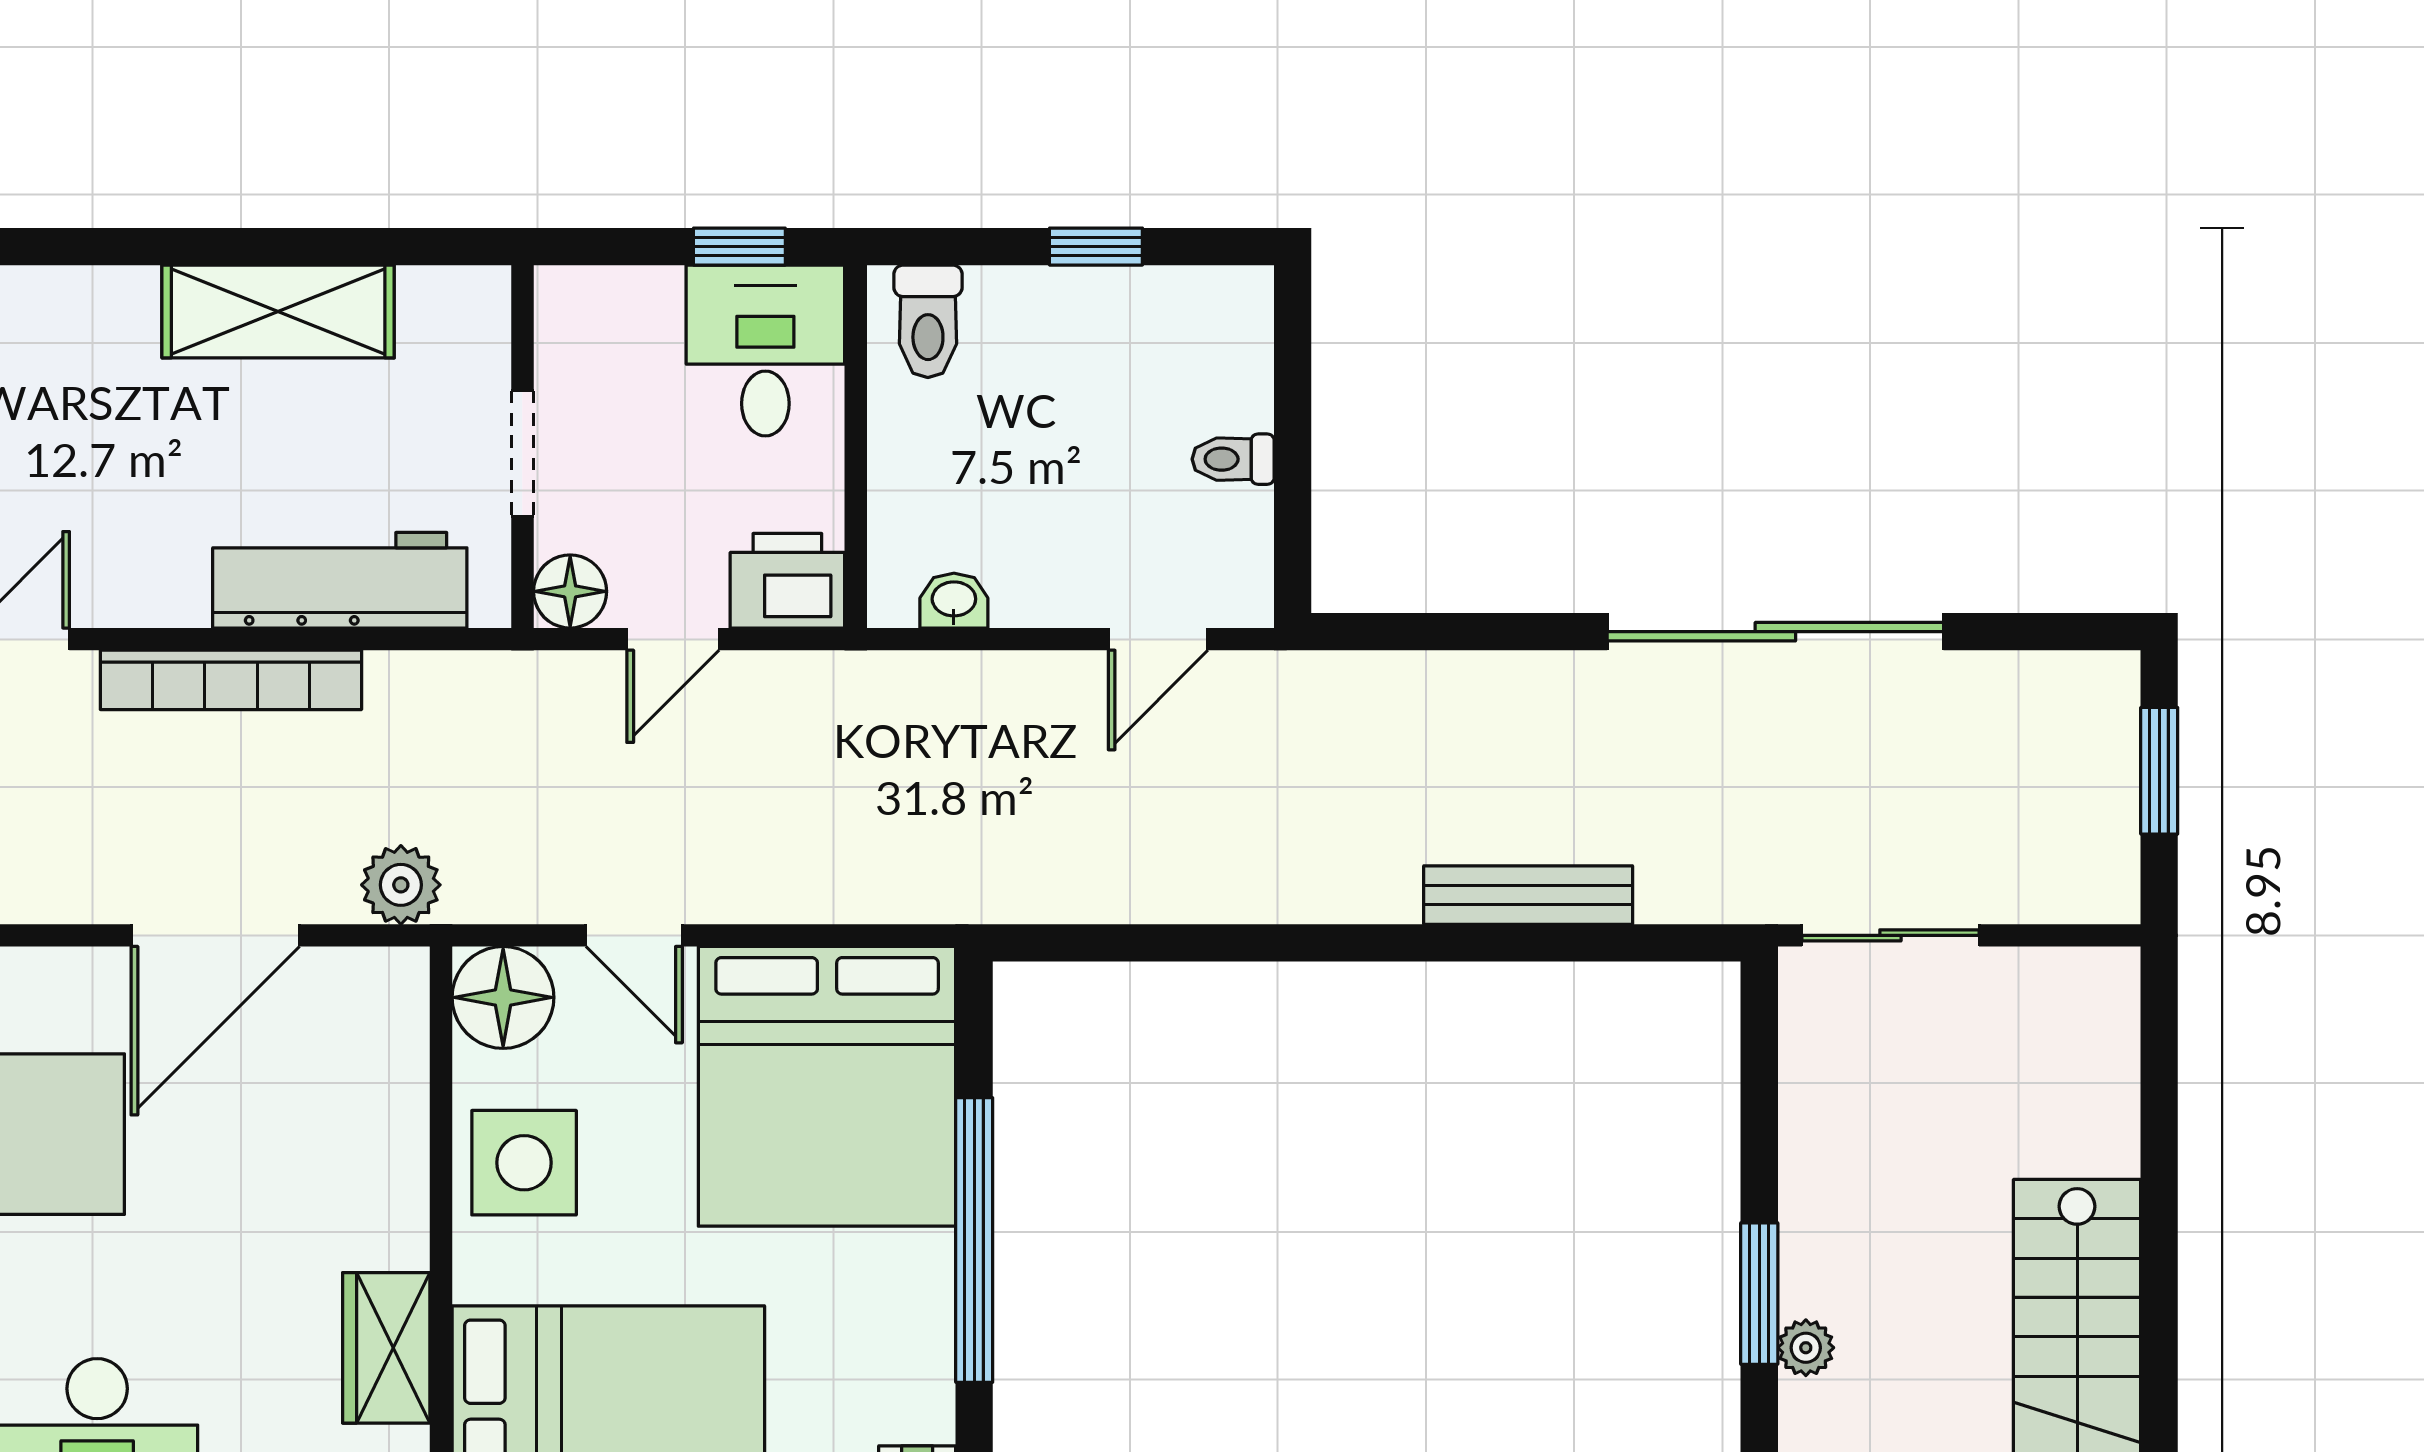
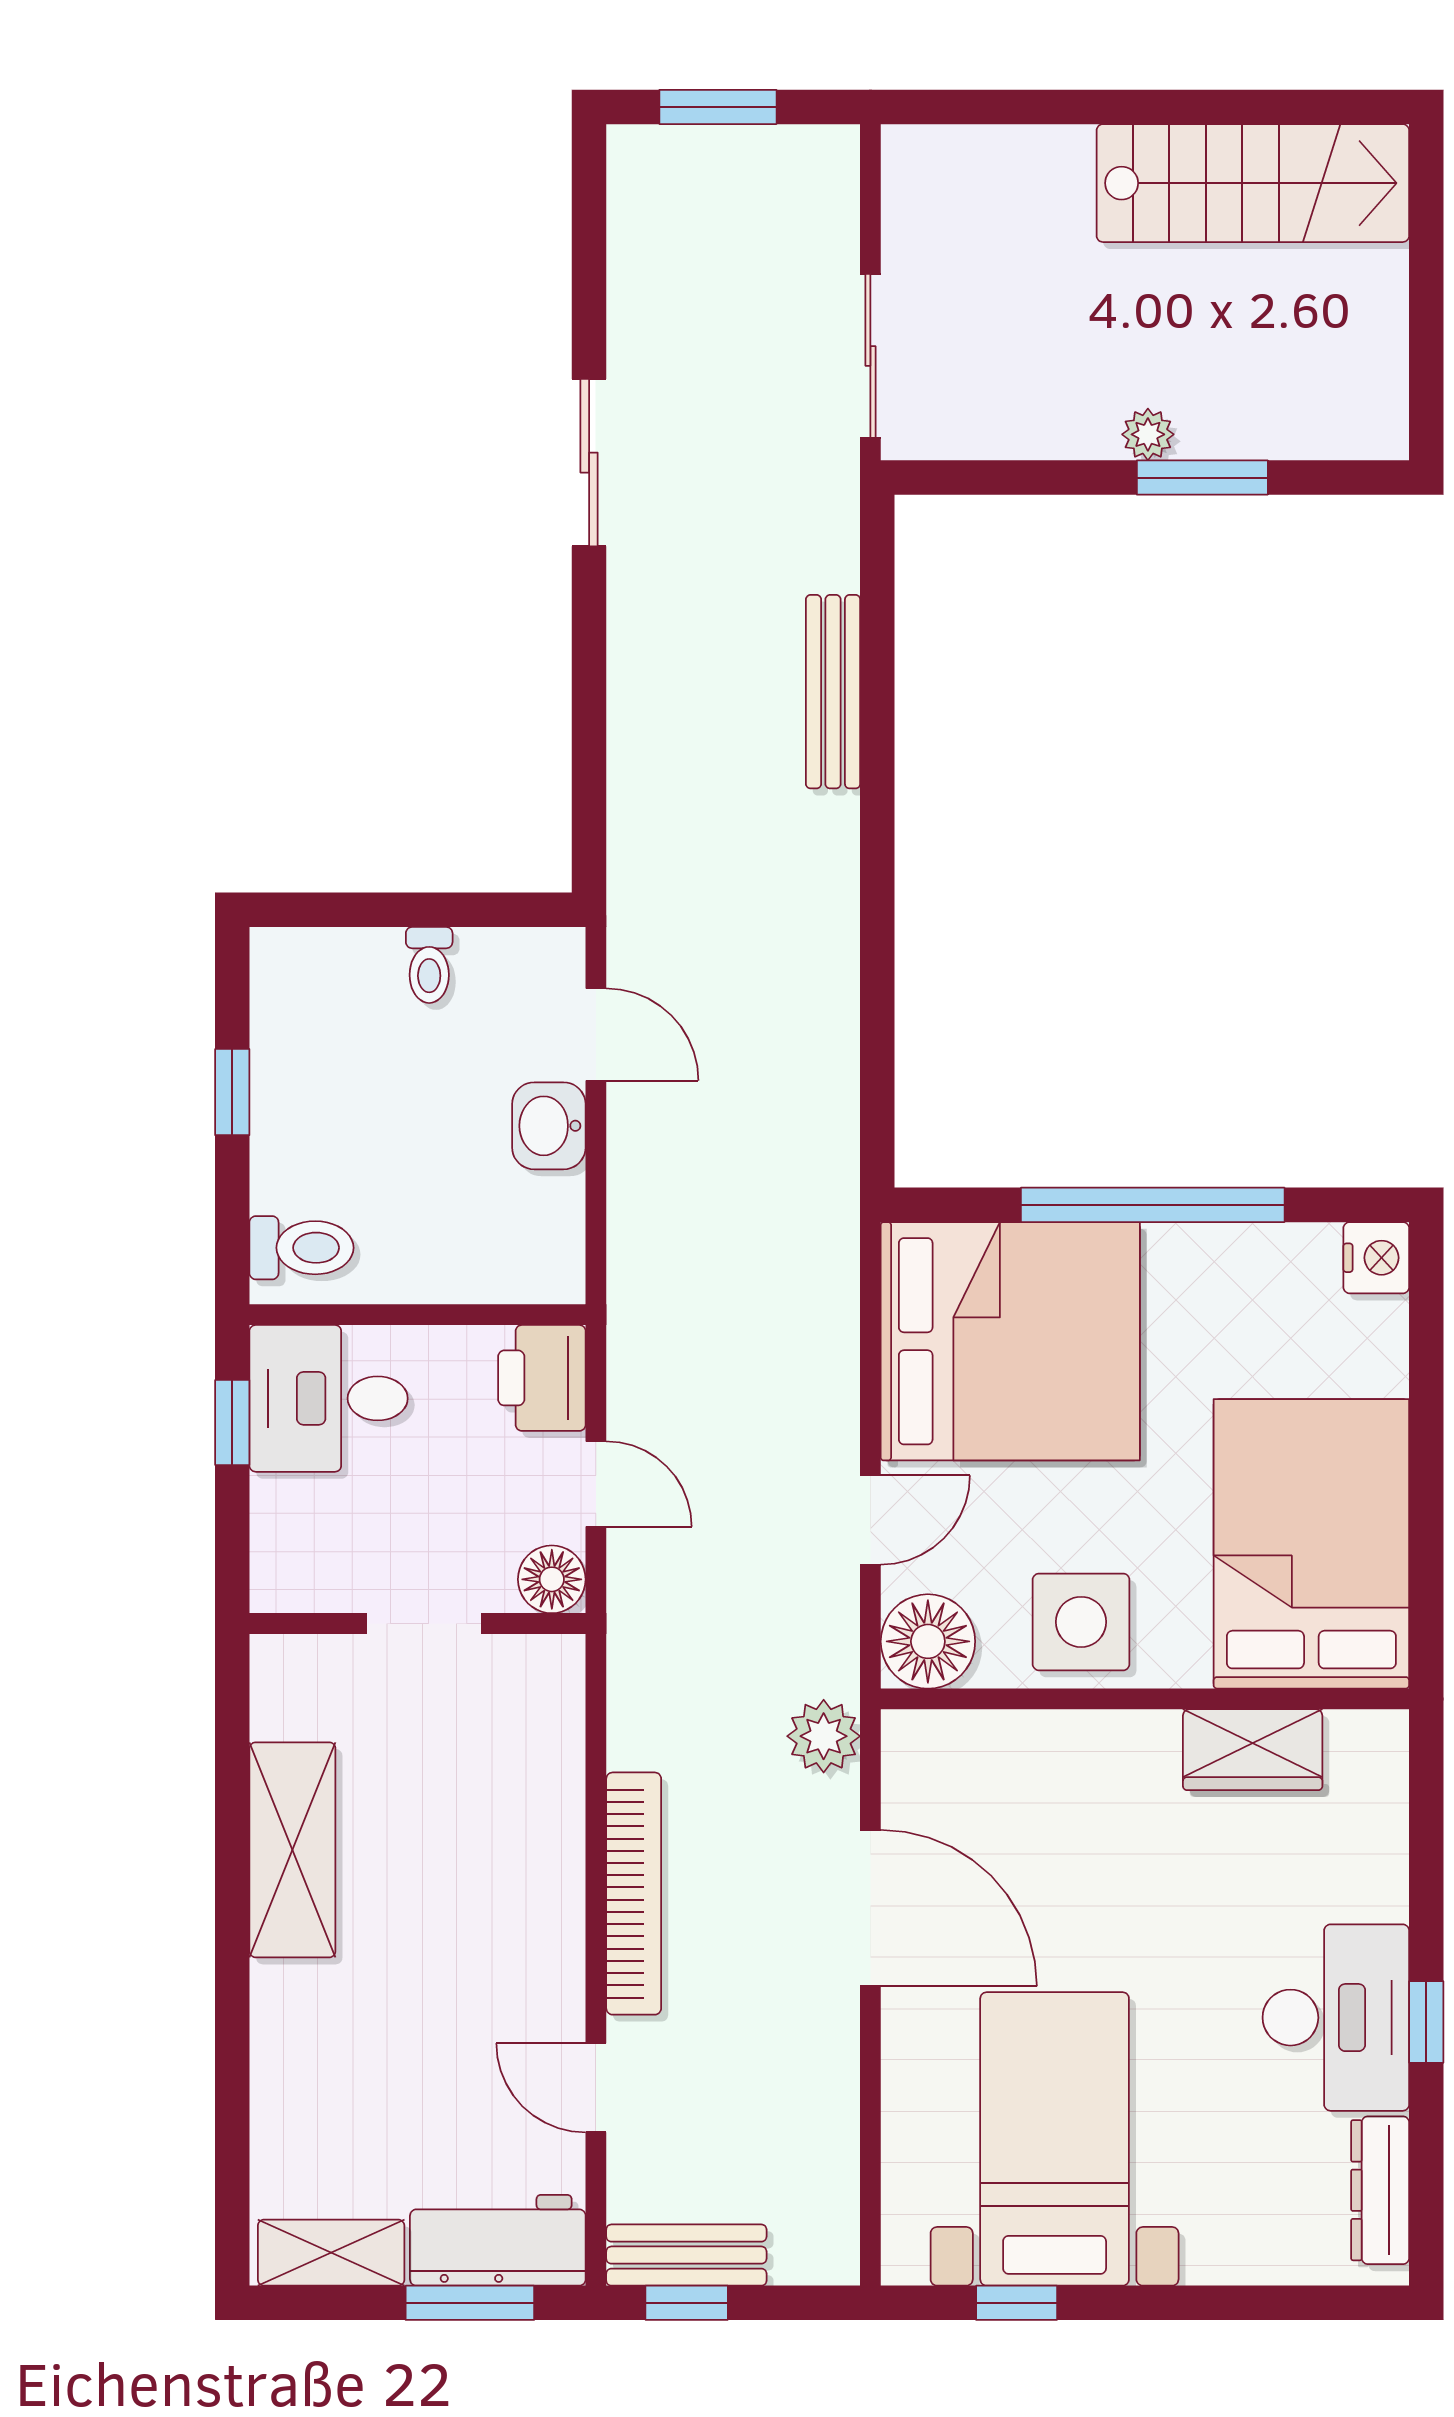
workbench: (340, 580) -> (541, 1793), removed
washbasin: (954, 601) -> (549, 1126), moved, width x1.38, depth x1.45
sliding door: (1775, 632) -> (589, 463), width x0.54
plant: (1806, 1348) -> (1148, 434), moved

